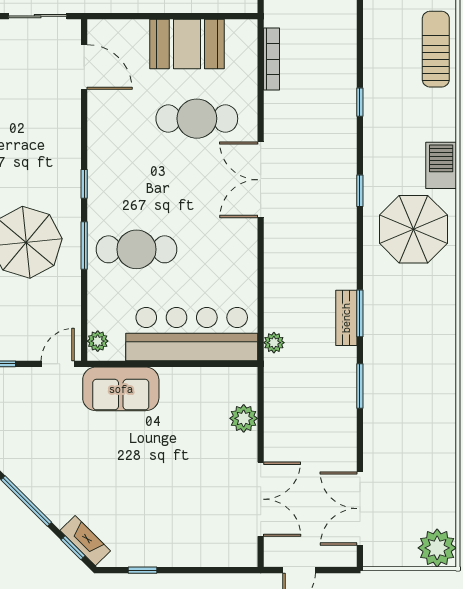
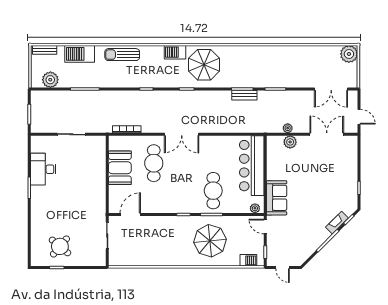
plant: (274, 343) -> (288, 128), moved
fireplace: (85, 541) -> (337, 223), moved

